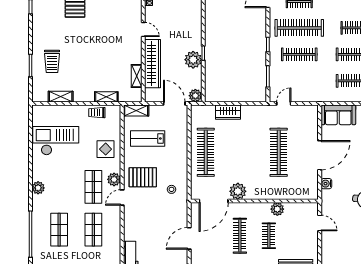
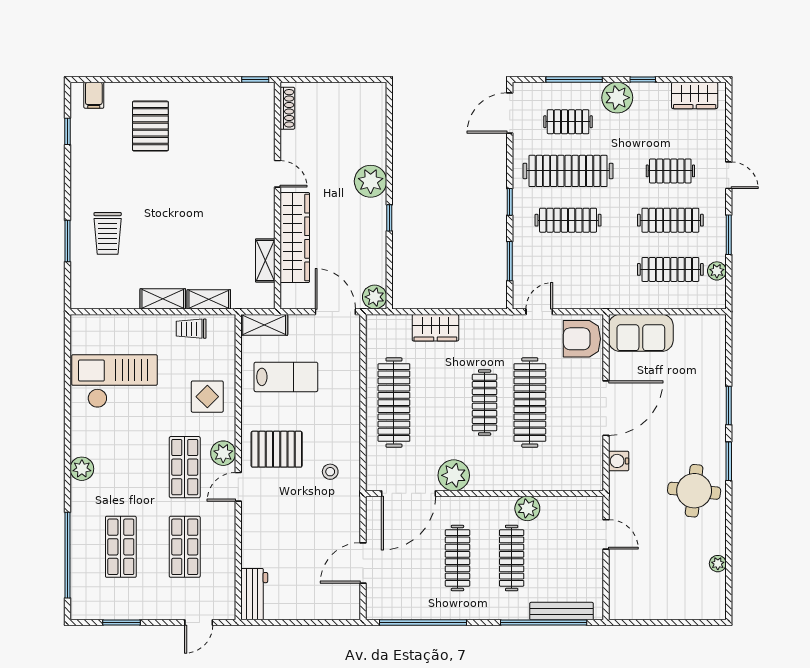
plant: (193, 60) -> (371, 181), moved
shelving: (61, 97) -> (163, 299), moved
armchair: (307, 118) -> (582, 339), added
lab bench: (148, 139) -> (286, 377), turned 180
clothes rail: (254, 152) -> (485, 403), added
clothes rail: (269, 236) -> (512, 558), width x1.36

